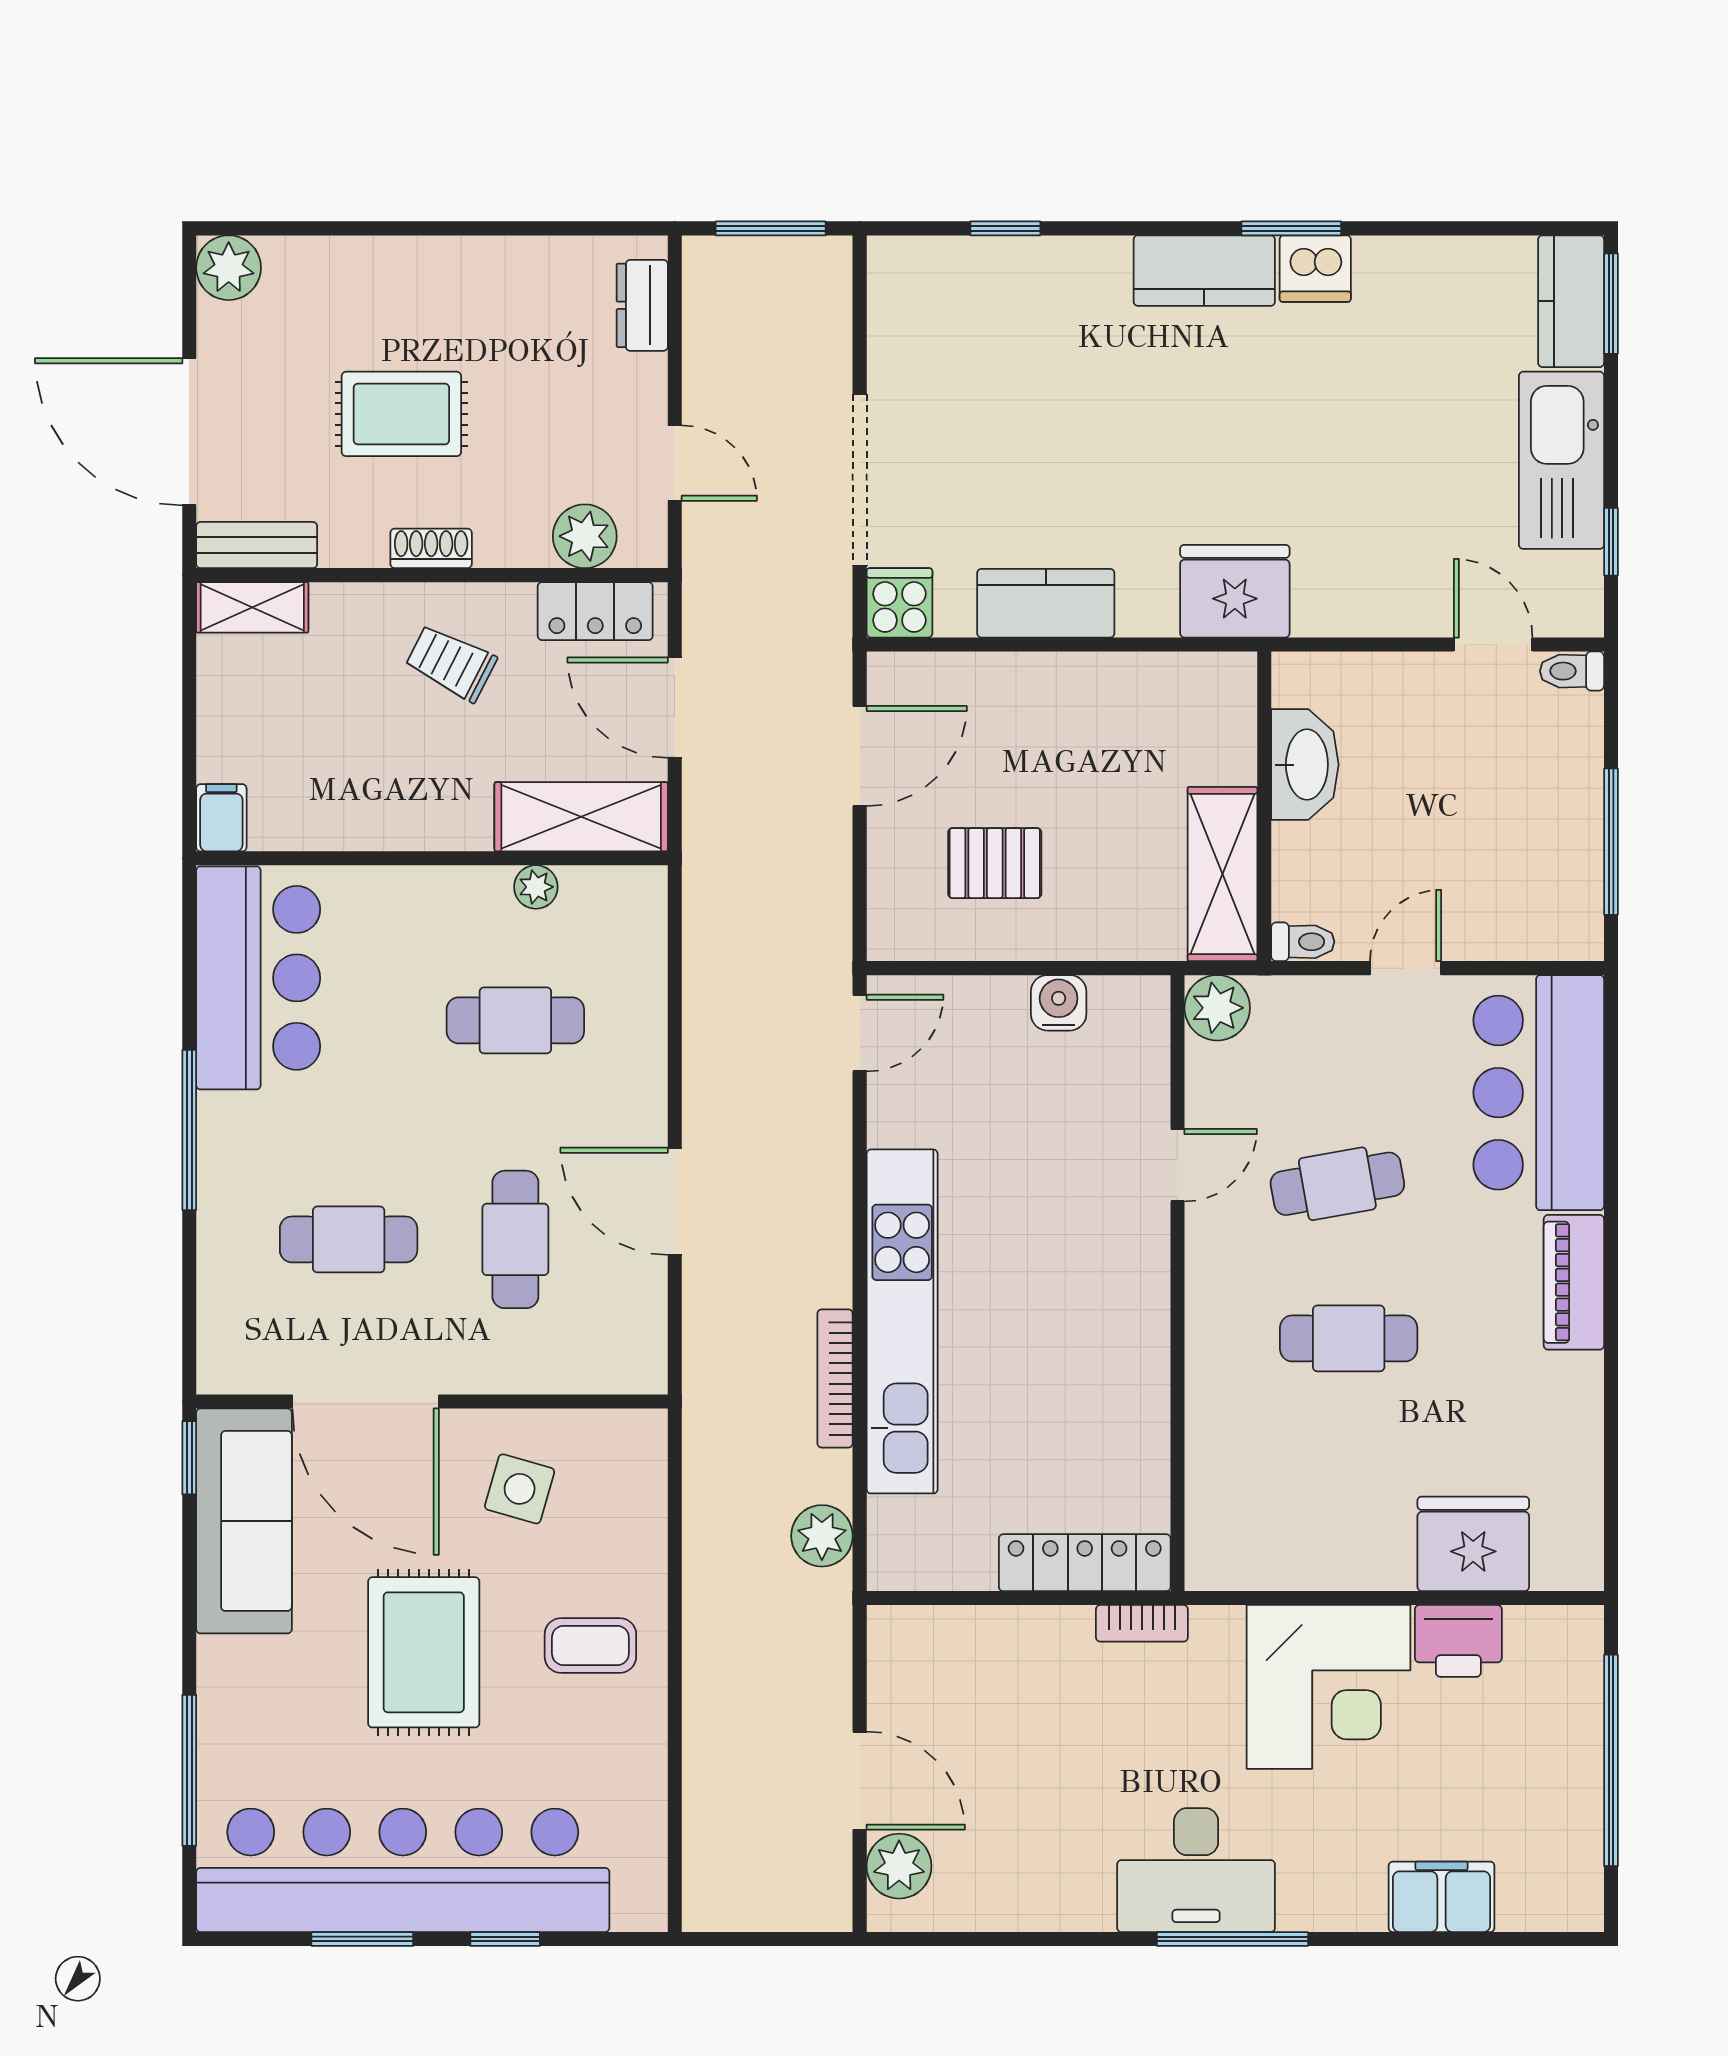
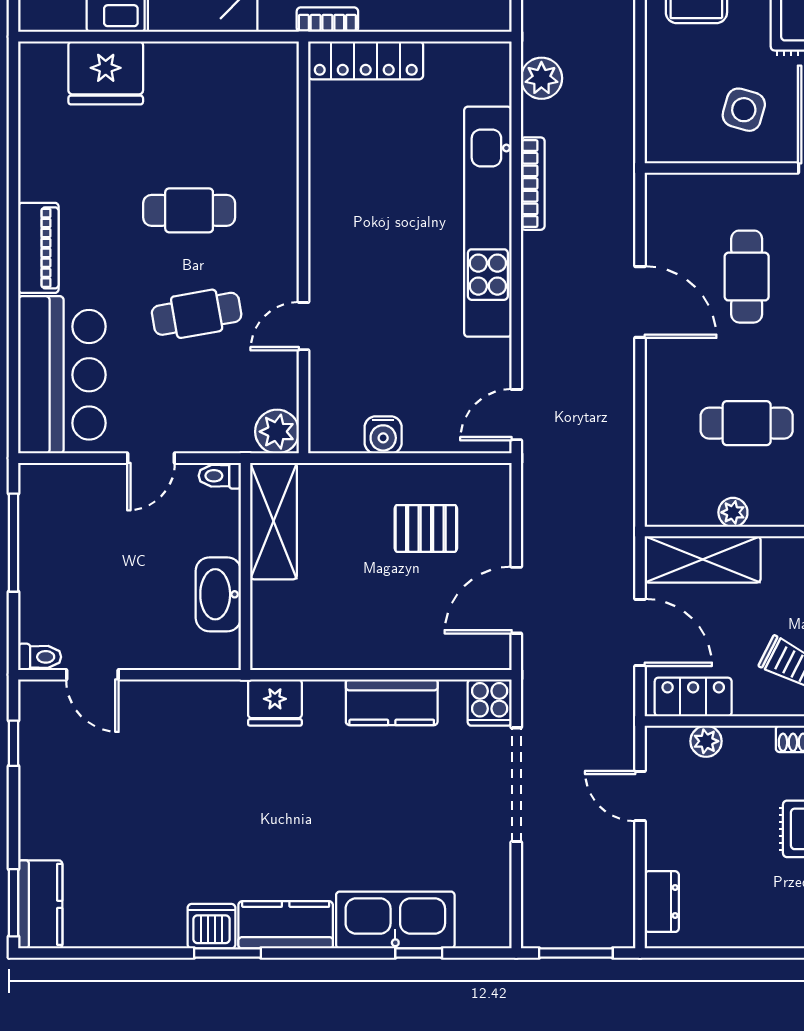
kitchen sink: (1561, 460) -> (395, 920), moved, turned -90
plant: (585, 536) -> (706, 741), width x0.73, depth x0.73
fridge: (1235, 591) -> (275, 702), width x0.73, depth x0.75

